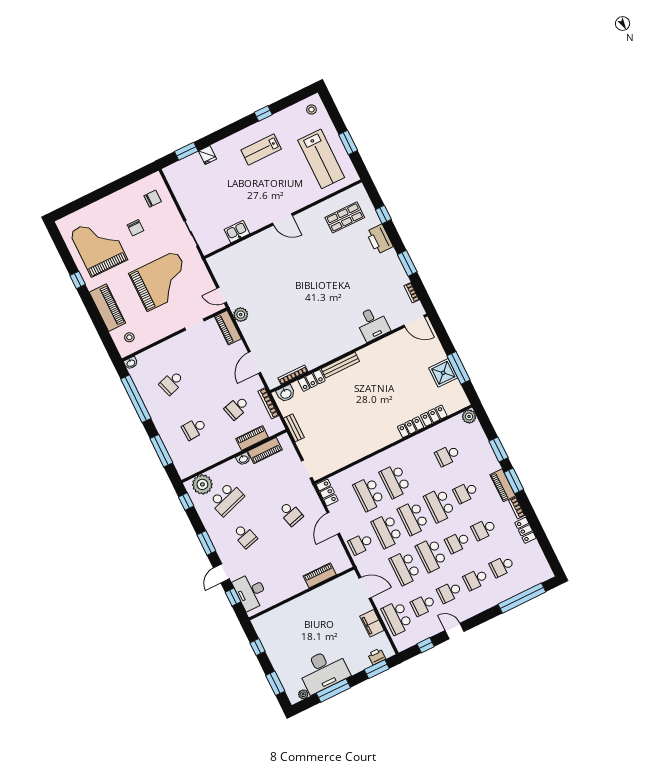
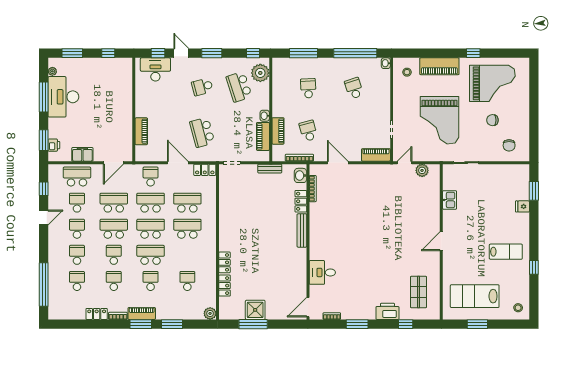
lab bench: (261, 149) -> (506, 252), turned 90
plant: (241, 315) -> (422, 170), moved
school desk: (291, 514) -> (202, 132), width x1.85

